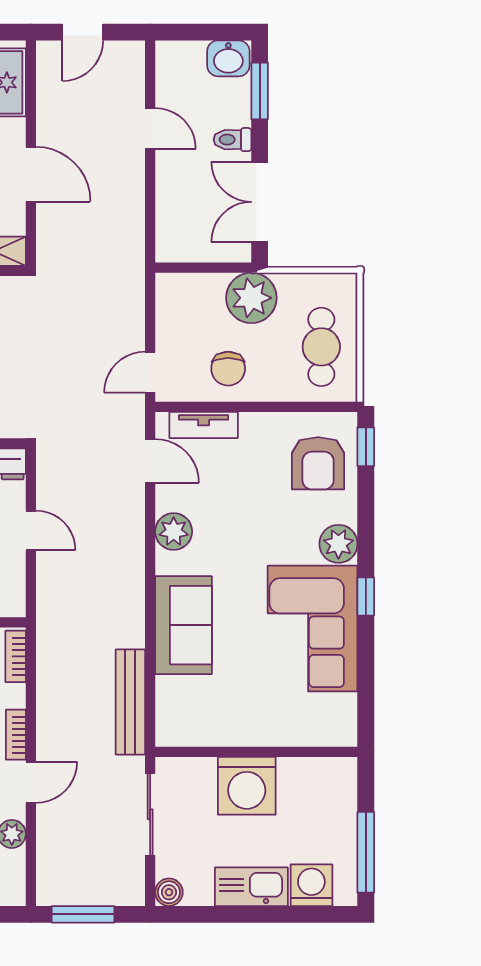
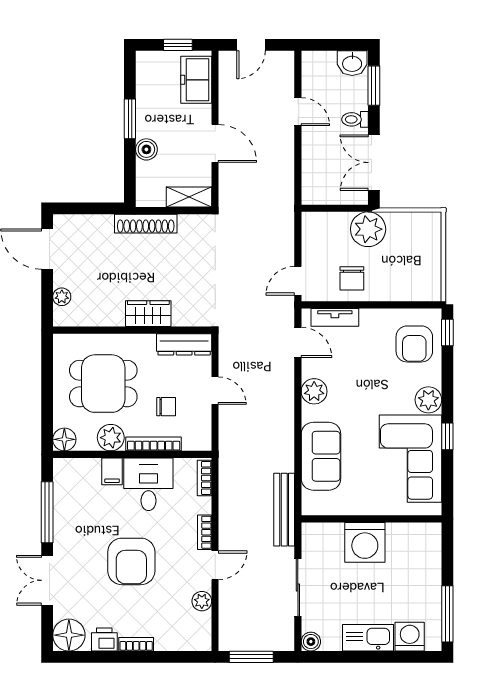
cafe table: (321, 347) -> (417, 263), removed
wall: (256, 752) -> (371, 519), moved
washing machine: (247, 786) -> (365, 542), moved

